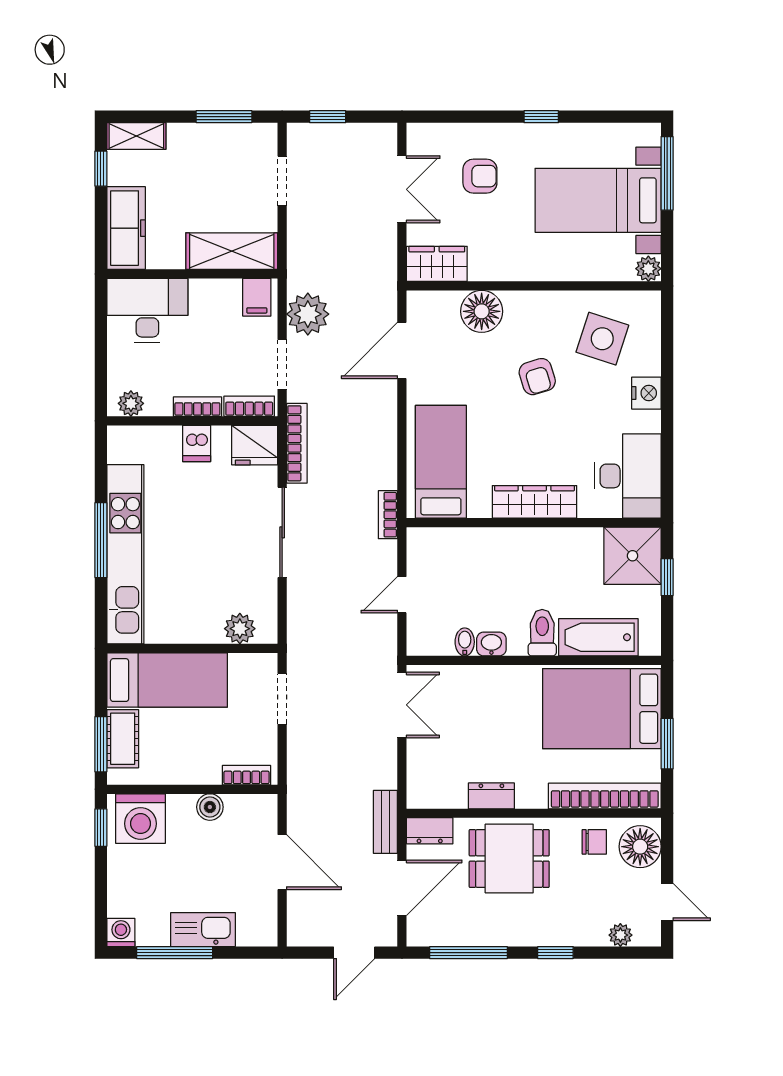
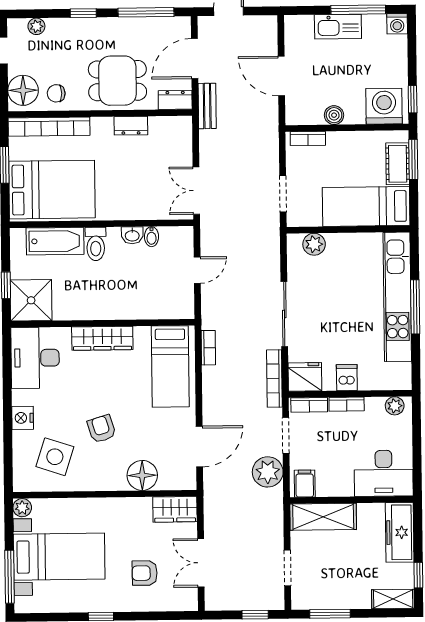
bookcase: (388, 515) -> (208, 348), moved

